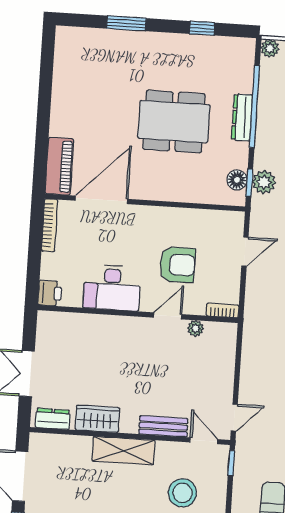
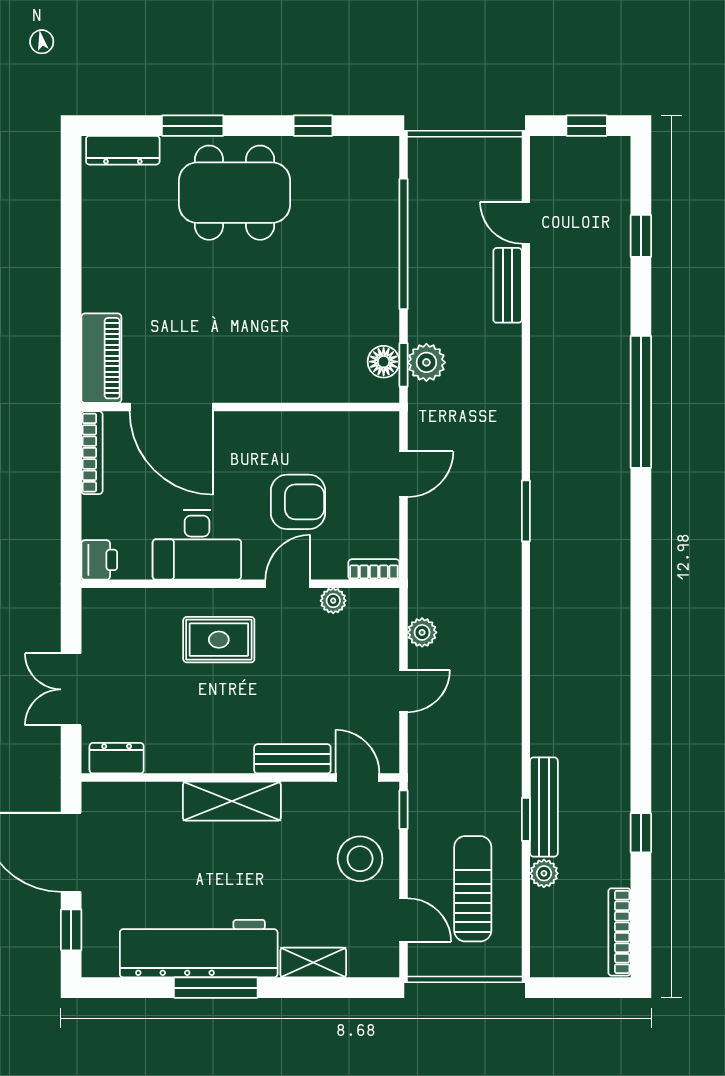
plant: (270, 48) -> (422, 632), moved
dresser: (242, 117) -> (123, 150), moved, turned -90
dining table: (174, 121) -> (235, 193), moved
door: (101, 200) -> (171, 407), swing flipped
rug: (122, 348) -> (219, 640), added
door: (234, 418) -> (404, 691), moved
wardrobe: (97, 419) -> (187, 754), removed
stool: (182, 493) -> (360, 859), moved

